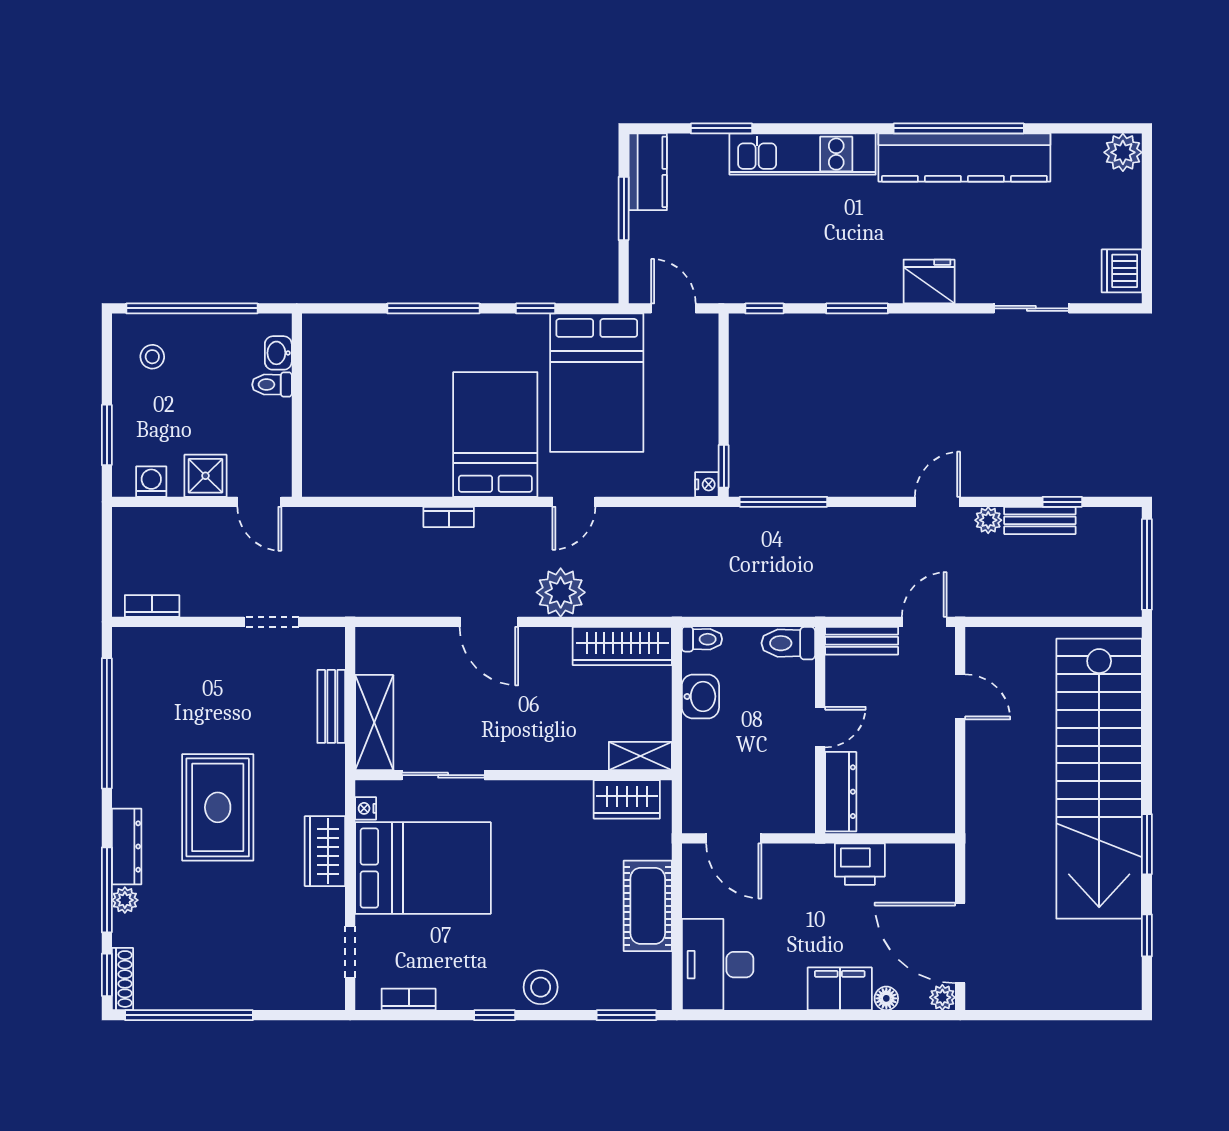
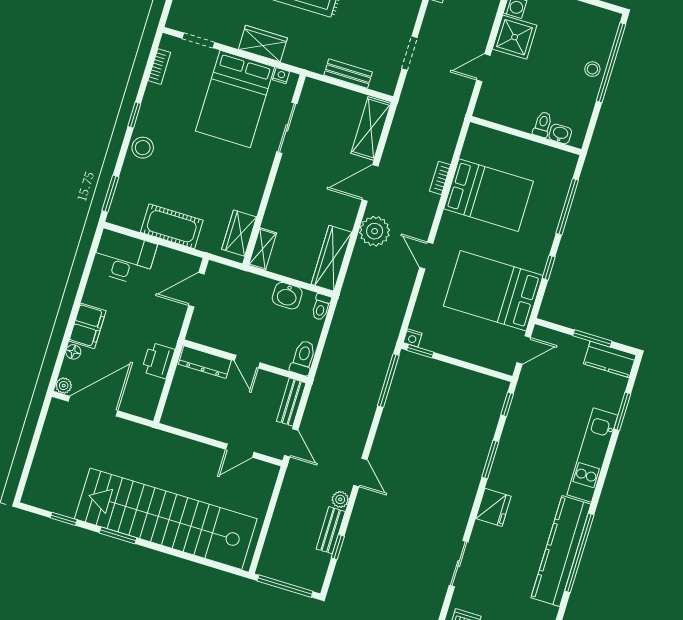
washbasin: (278, 353) -> (560, 134), moved
stool: (152, 357) -> (592, 69), moved
toilet: (272, 385) -> (543, 124), moved
wall: (297, 405) -> (526, 136), moved
bed: (495, 434) -> (489, 195), moved
shower: (205, 476) -> (515, 37), width x1.36, depth x1.36
shelving: (374, 723) -> (371, 128), moved, turned 90

